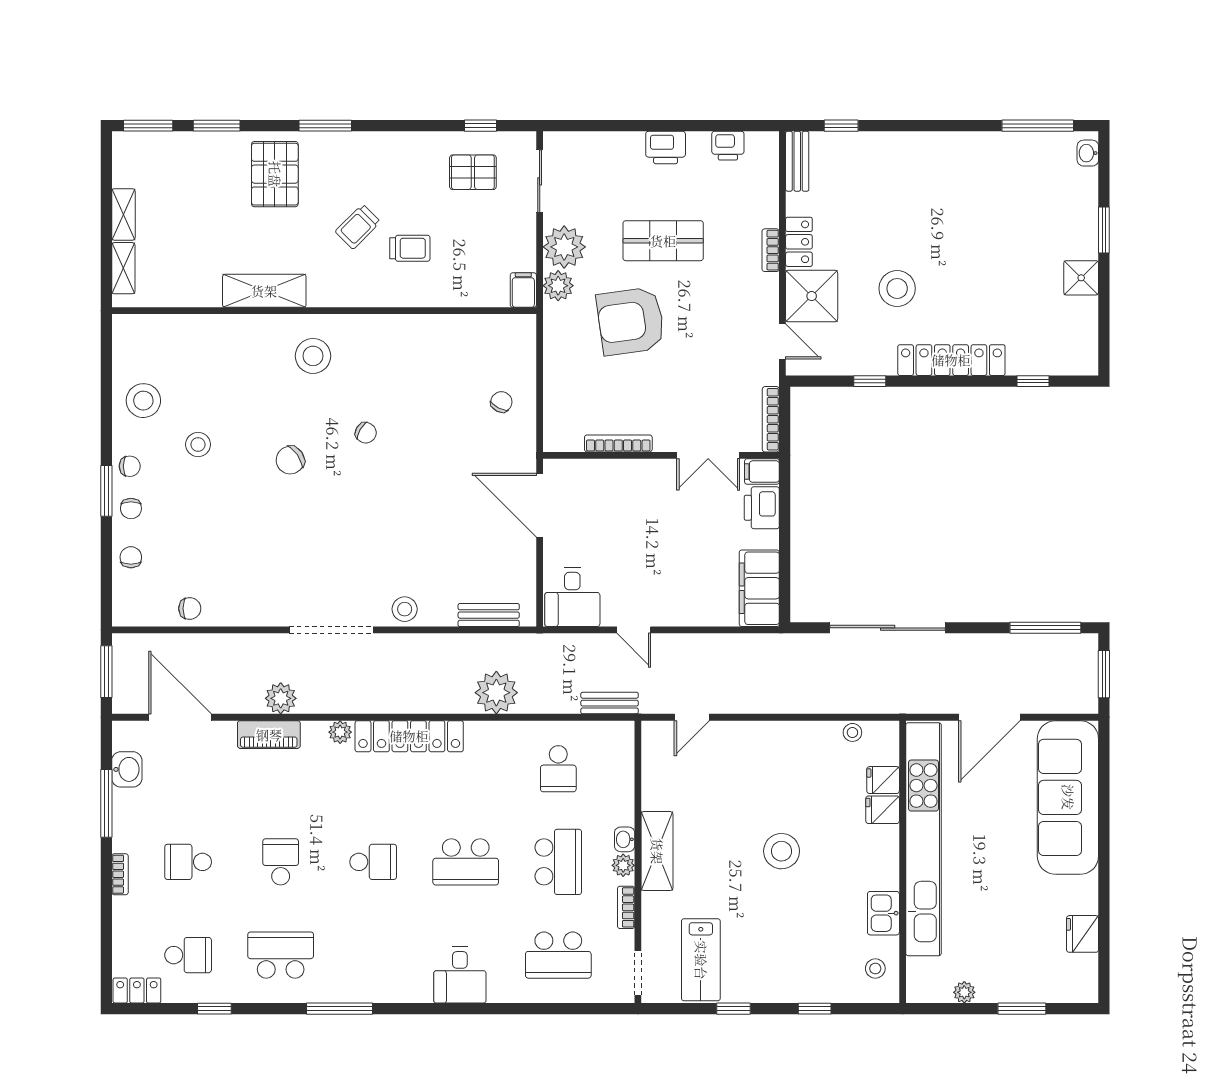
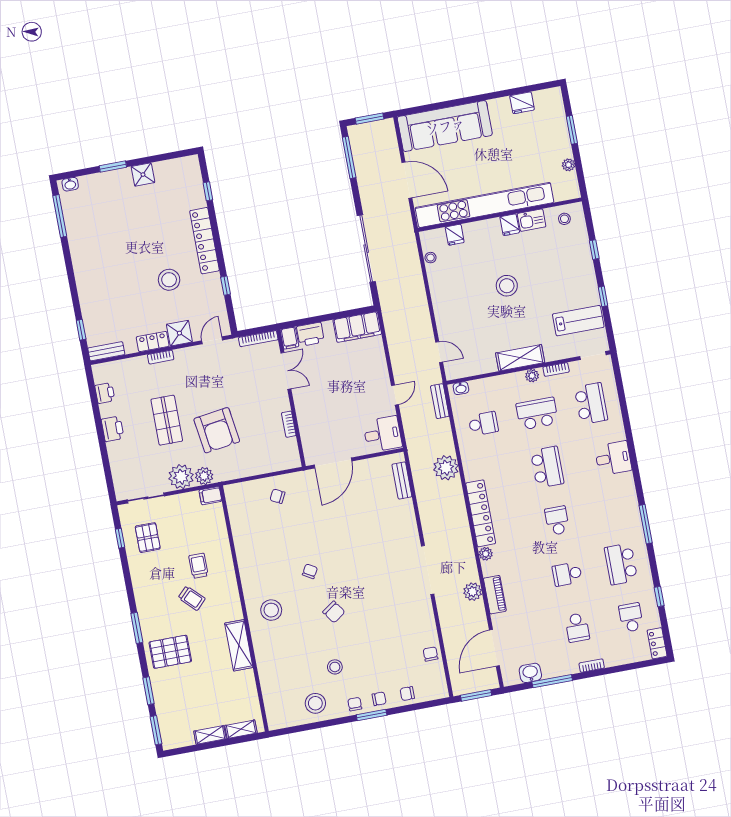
shower: (812, 296) -> (179, 333), width x0.73, depth x0.73
bookcase: (618, 443) -> (289, 424), width x0.64
stool: (405, 609) -> (408, 530), removed
fridge: (883, 810) -> (510, 225), moved
washbasin: (625, 839) -> (461, 388), moved

